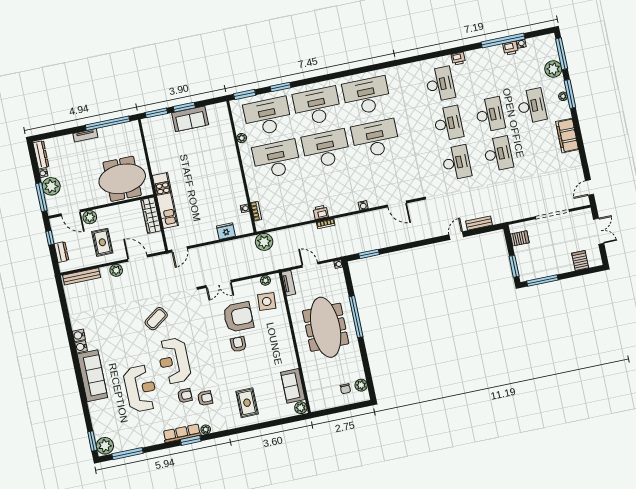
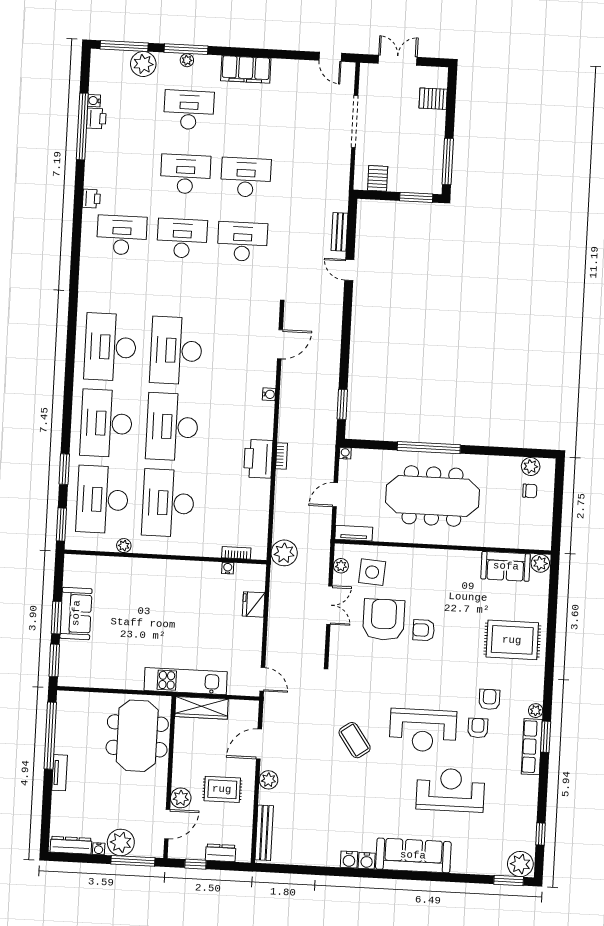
printer: (321, 212) -> (258, 459), width x1.87, depth x1.48
double door: (219, 284) -> (329, 605), moved
rug: (247, 403) -> (512, 640), width x1.36, depth x1.43
window: (127, 454) -> (541, 834), width x0.46

